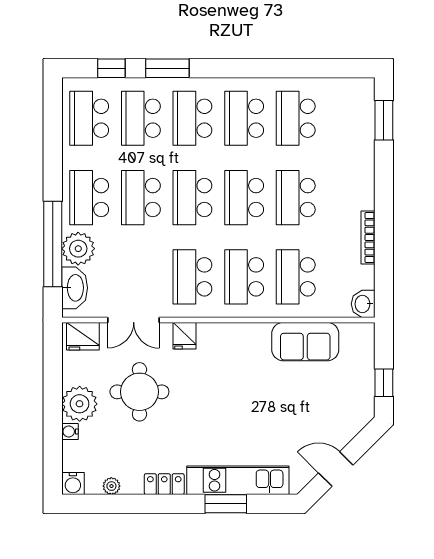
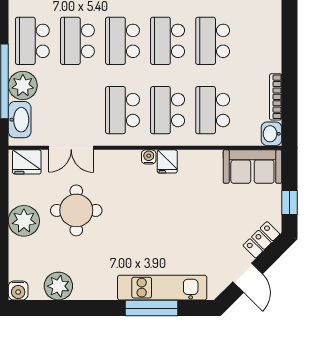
bookcase: (368, 238) -> (276, 97), moved
fridge: (184, 336) -> (167, 161), moved
sofa: (305, 342) -> (252, 167), moved
water cooler: (70, 431) -> (149, 157), moved, turned 90
door: (336, 469) -> (248, 278), swing flipped
locker: (164, 484) -> (261, 240), moved, turned -45
plant: (111, 486) -> (58, 286), width x1.88, depth x1.88
window: (226, 504) -> (152, 308), width x1.44

